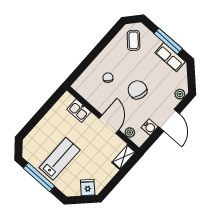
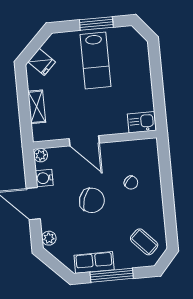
kitchen sink: (79, 111) -> (142, 122), moved
plant: (130, 133) -> (41, 155), moved
shelving: (124, 157) -> (37, 107), moved
window: (39, 177) -> (96, 24), width x0.69

